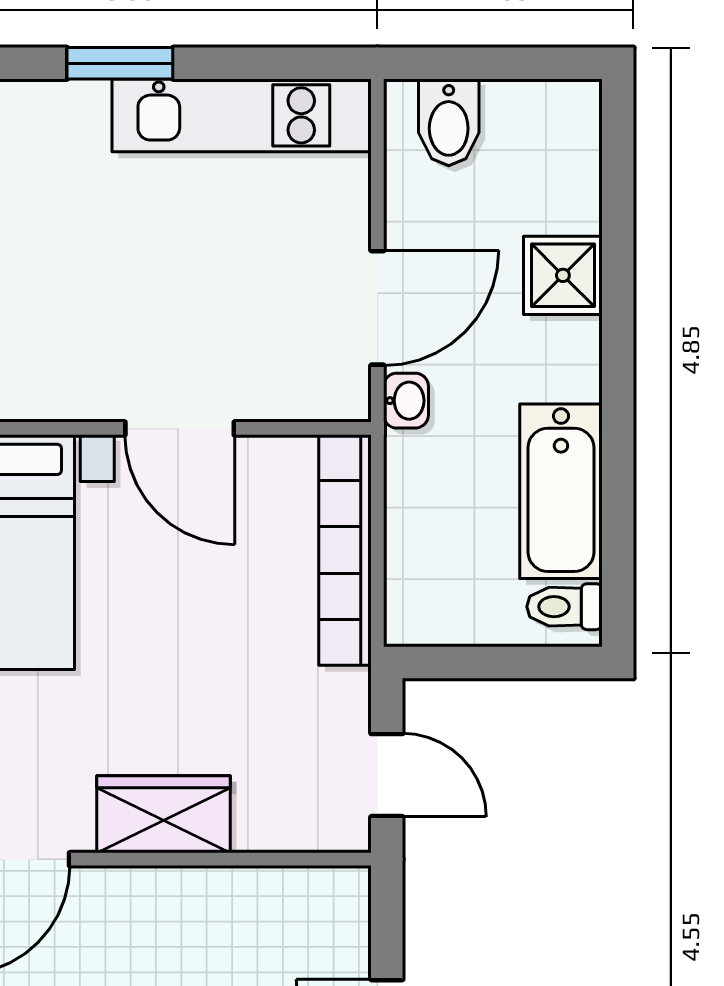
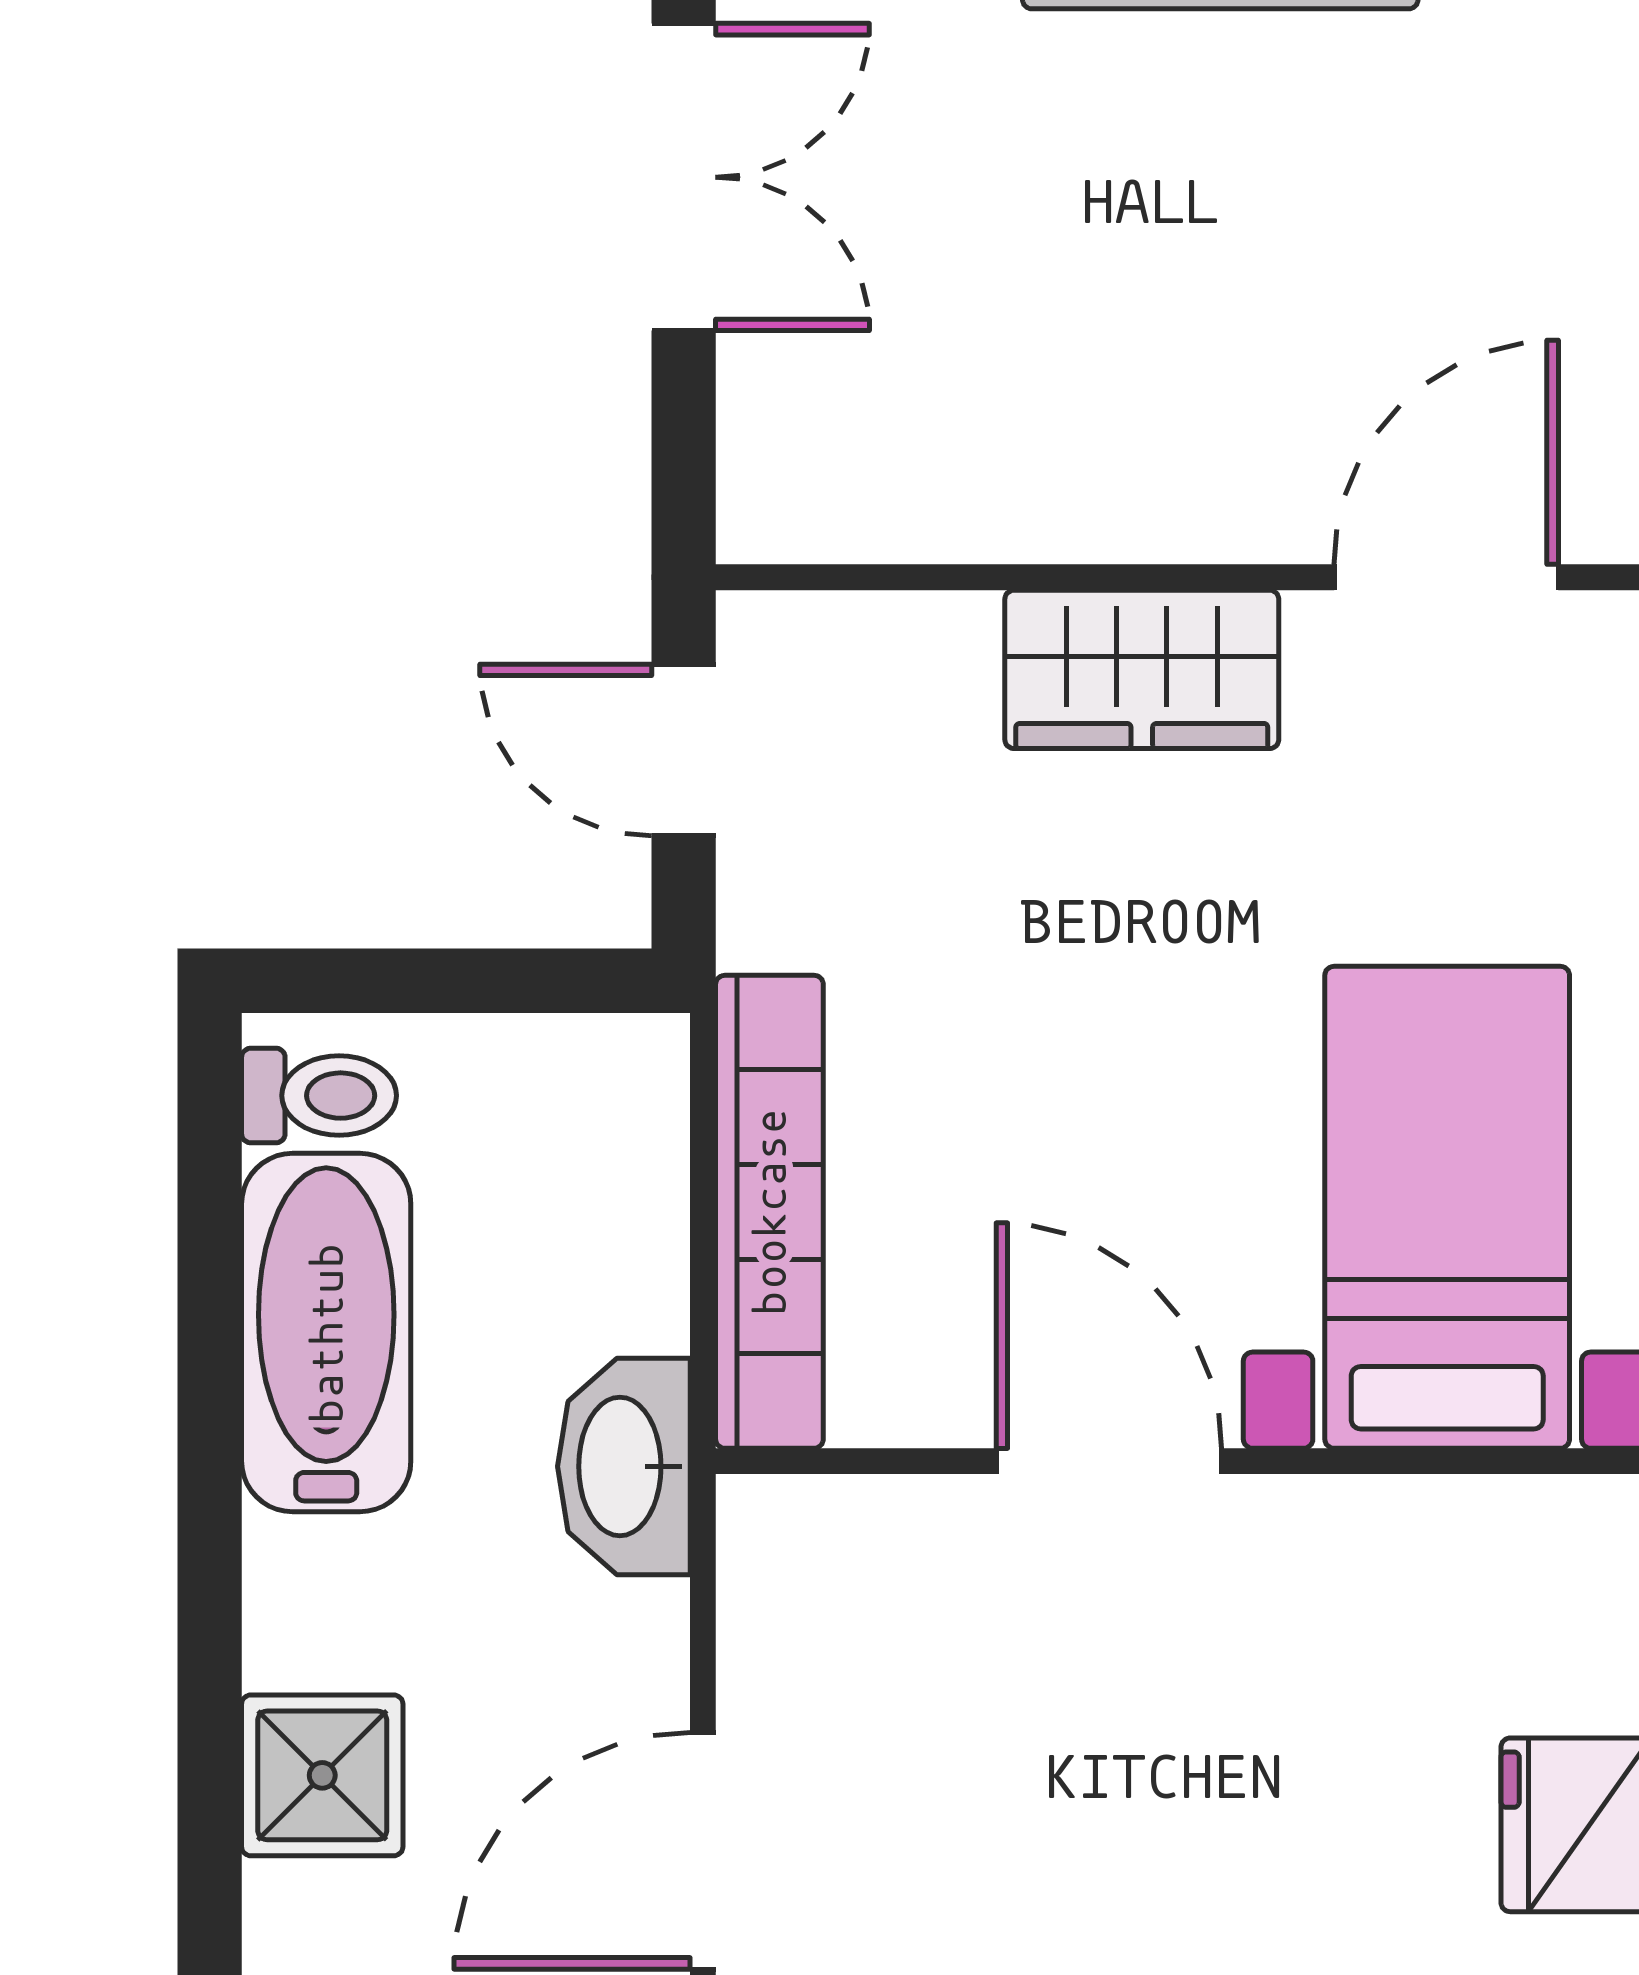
door: (377, 308) -> (703, 1851), moved
washbasin: (406, 401) -> (624, 1466), width x1.91, depth x1.45

